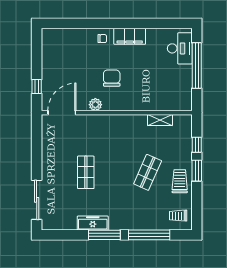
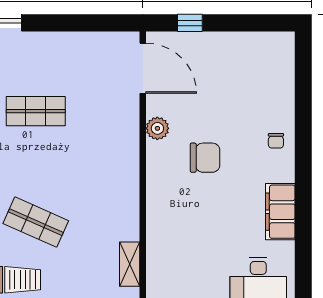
filing cabinet: (130, 36) -> (280, 212), moved
shelving: (160, 120) -> (130, 264), moved

